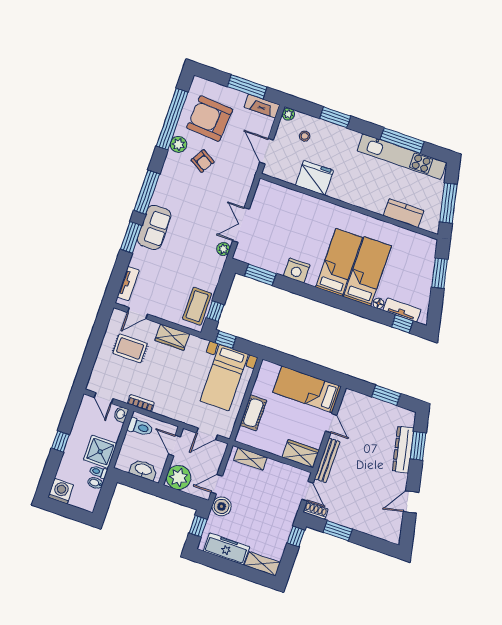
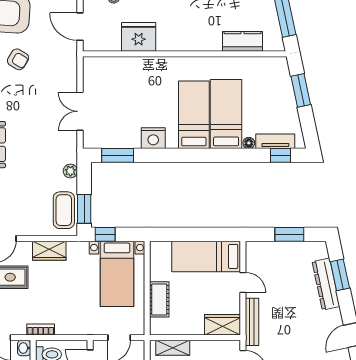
plant: (223, 249) -> (70, 171), moved
window: (215, 311) -> (84, 209), width x1.50

